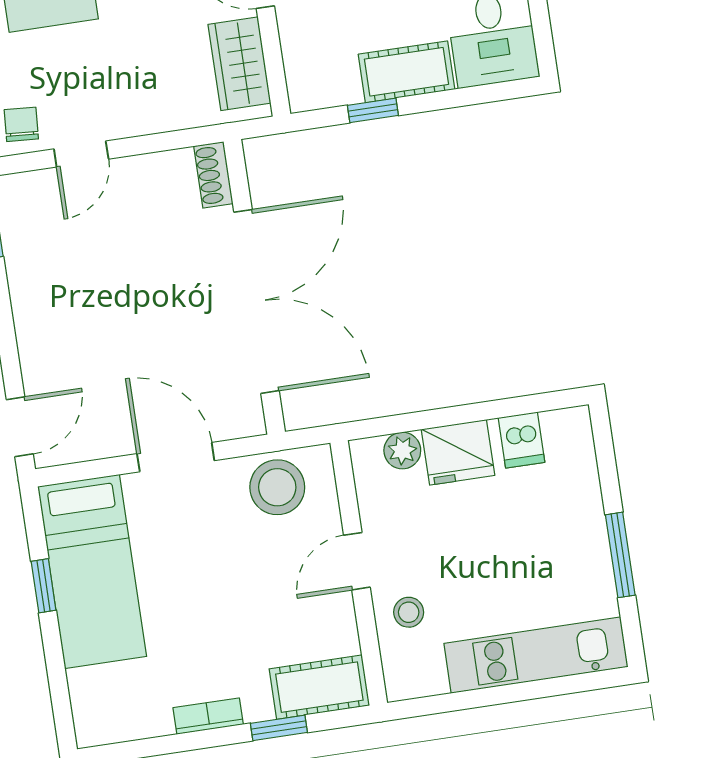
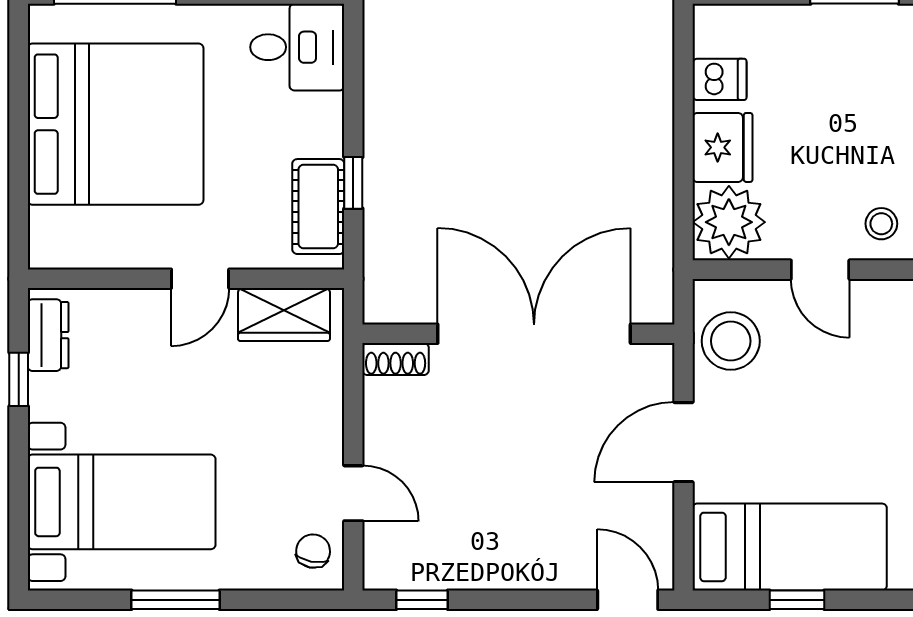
cot: (406, 72) -> (318, 207), moved
chair: (21, 124) -> (313, 551), turned 97
plant: (402, 451) -> (729, 222), width x1.87, depth x1.87

